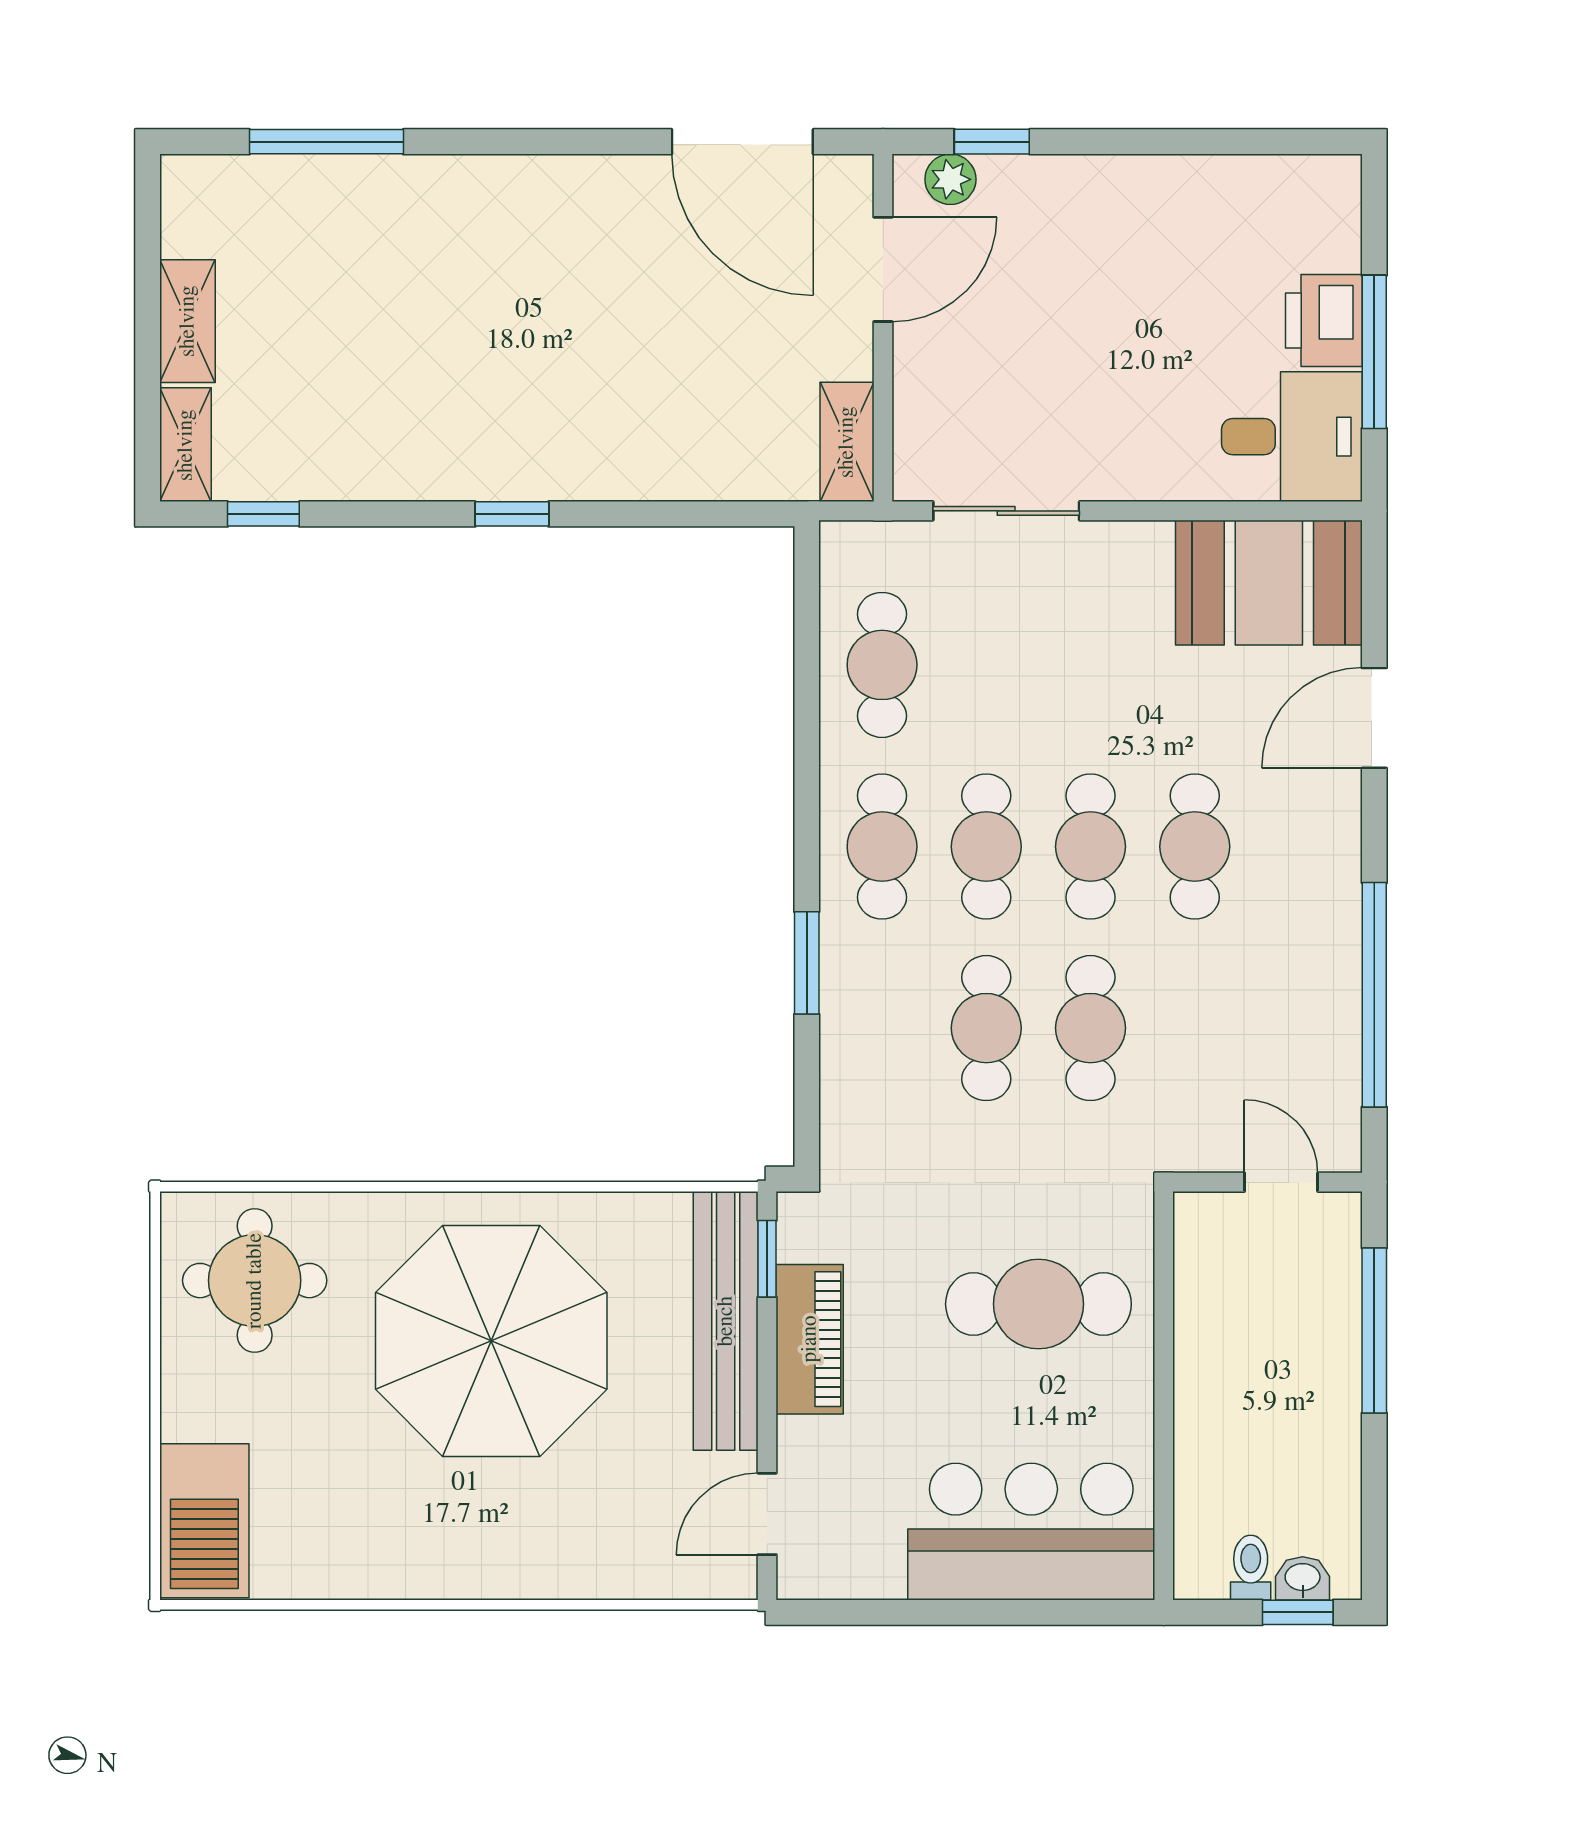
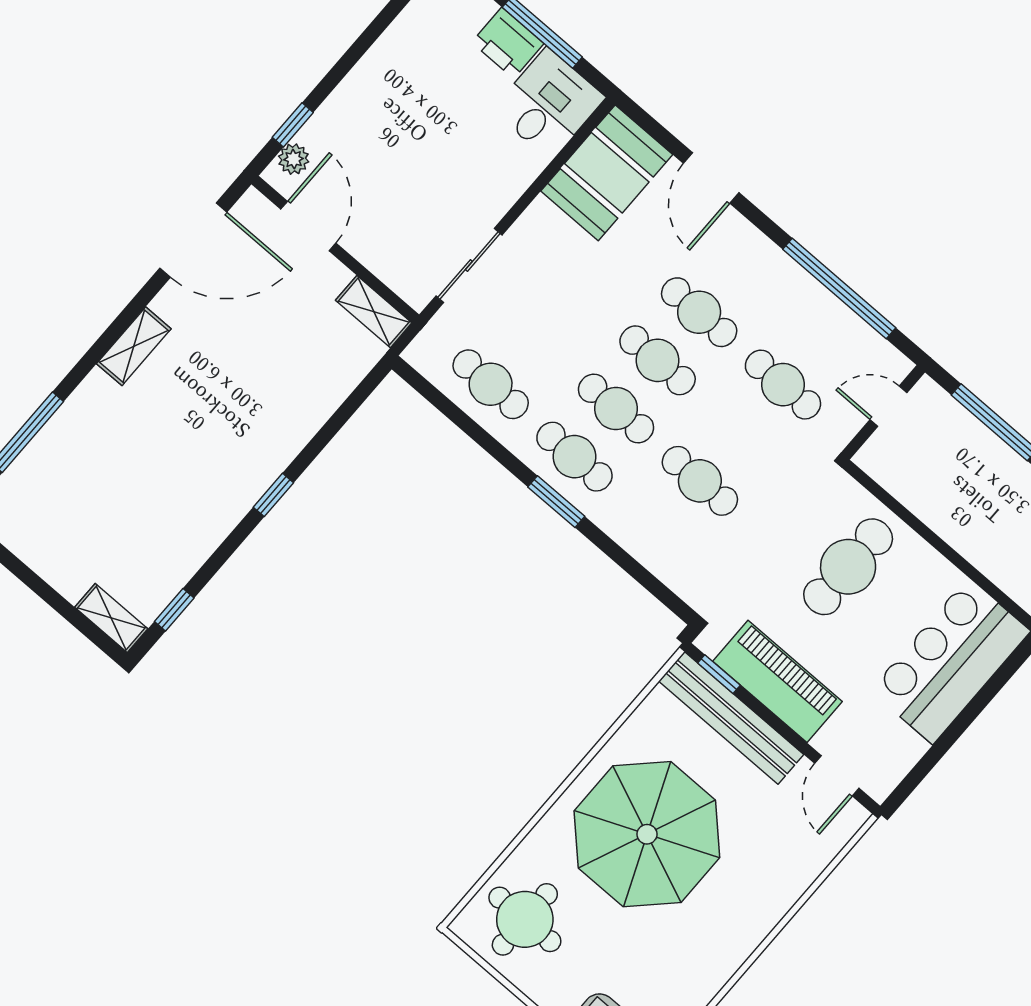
shelving: (188, 321) -> (134, 346), moved, turned 90
window: (807, 963) -> (556, 502), moved
cafe table: (1090, 1028) -> (783, 385), moved
piano: (810, 1339) -> (777, 681), width x1.37, depth x1.33

